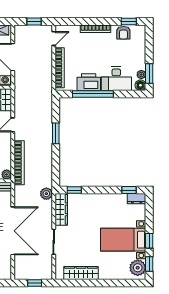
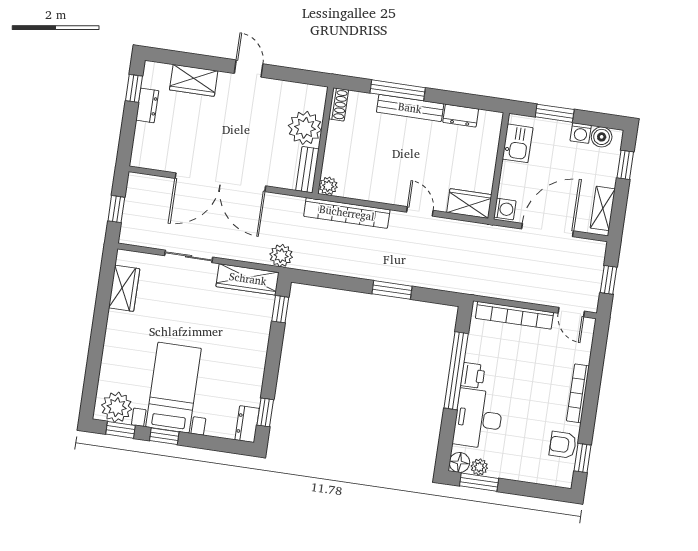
printer: (89, 82) -> (473, 375), width x0.53, depth x0.68
wardrobe: (81, 273) -> (124, 288), width x0.67

